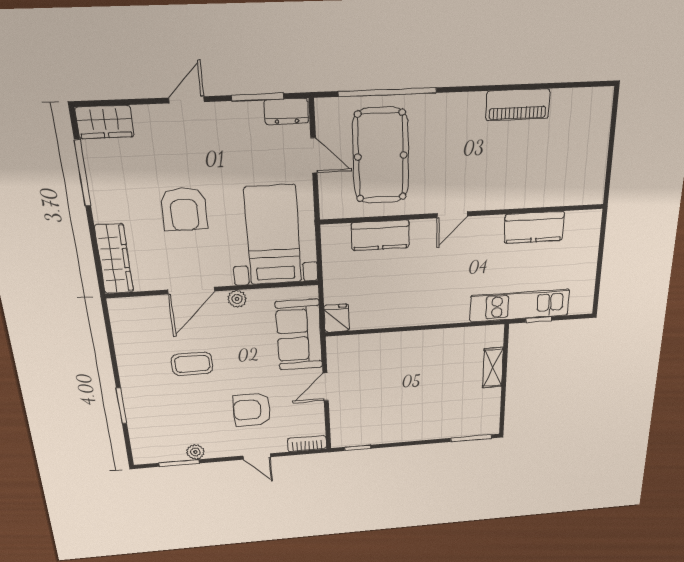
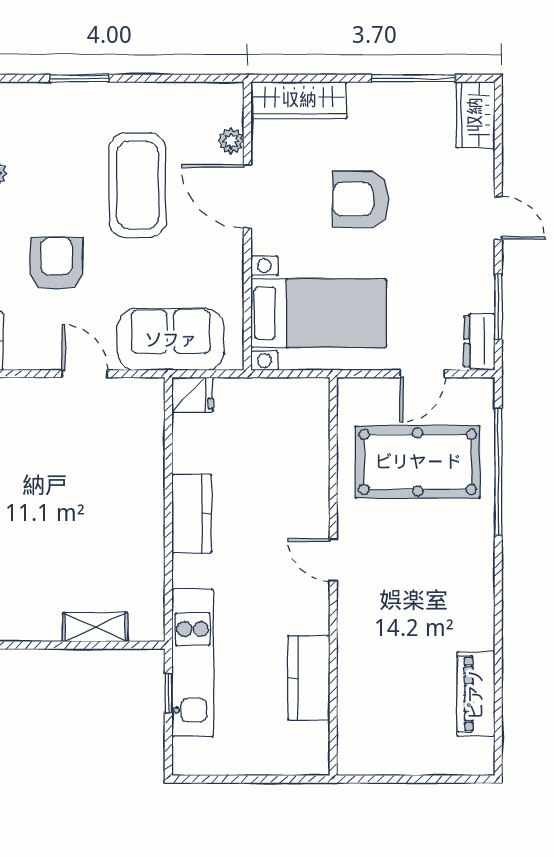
piano: (518, 105) -> (476, 694), moved
kitchen counter: (380, 235) -> (192, 514), moved, turned 180
plant: (237, 299) -> (231, 141), moved
coffee table: (192, 364) -> (138, 185), width x1.86, depth x1.72

